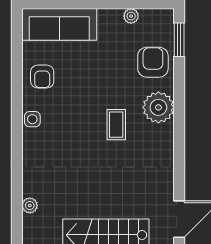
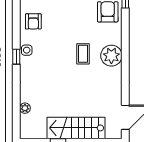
plant: (158, 107) -> (111, 56), moved
window: (17, 129) -> (16, 57), added

